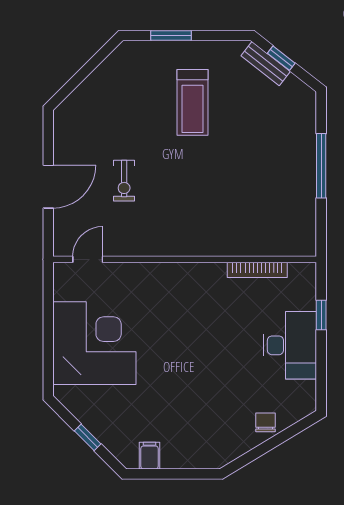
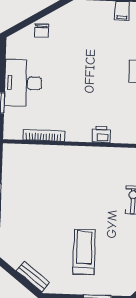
window: (281, 58) -> (22, 280), removed
printer: (174, 274) -> (101, 135), added

